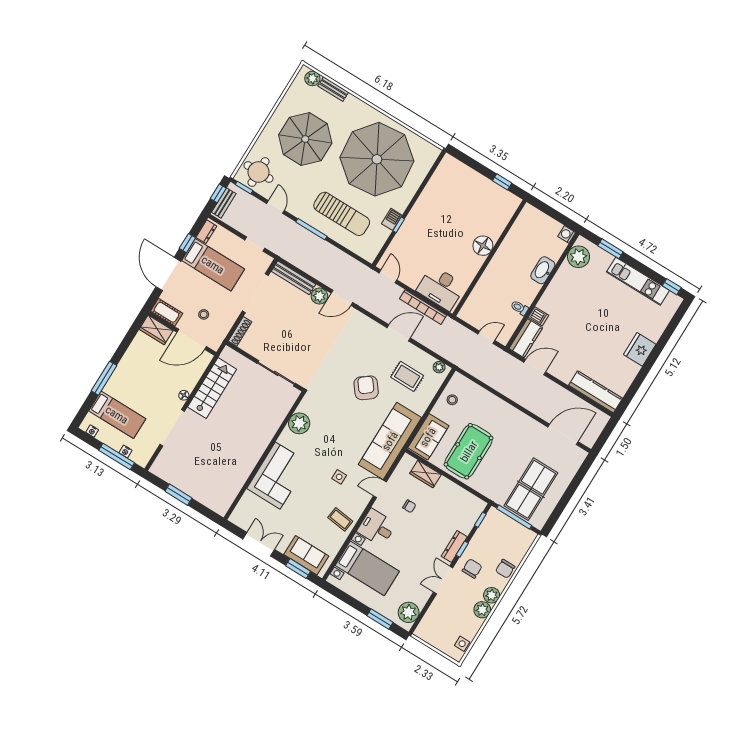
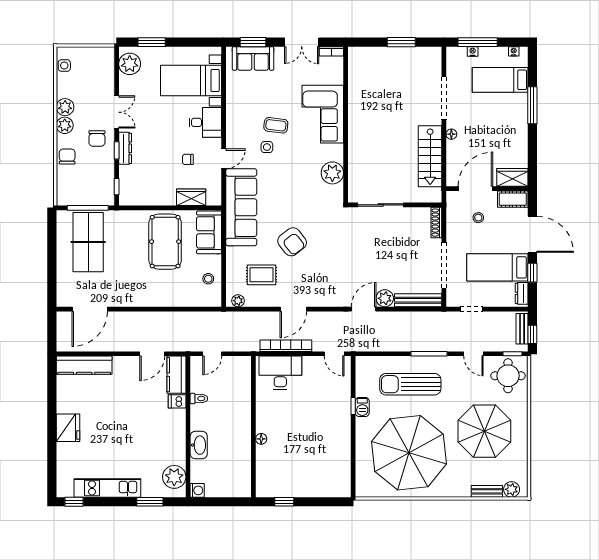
floor lamp: (483, 246) -> (261, 439), width x0.53, depth x0.53
coffee table: (340, 519) -> (276, 125), moved
bookcase: (239, 522) -> (331, 51), added

